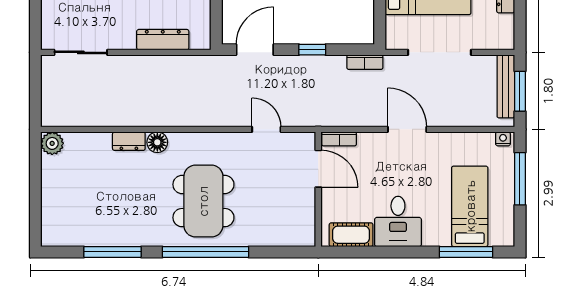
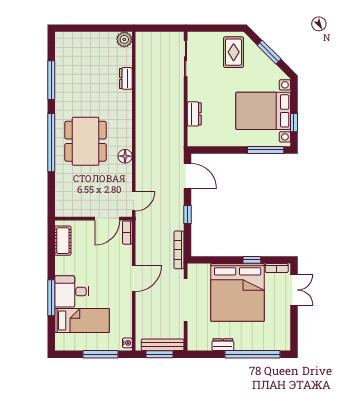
dresser: (163, 40) -> (194, 114), width x0.70
bookcase: (365, 62) -> (179, 250), width x1.56
door: (266, 129) -> (134, 201), moved
dresser: (129, 141) -> (126, 78), moved
floor lamp: (157, 142) -> (125, 156), moved
dining table: (203, 201) -> (86, 141), turned 90
desk: (398, 221) -> (72, 291), moved
window: (466, 252) -> (51, 298), moved

